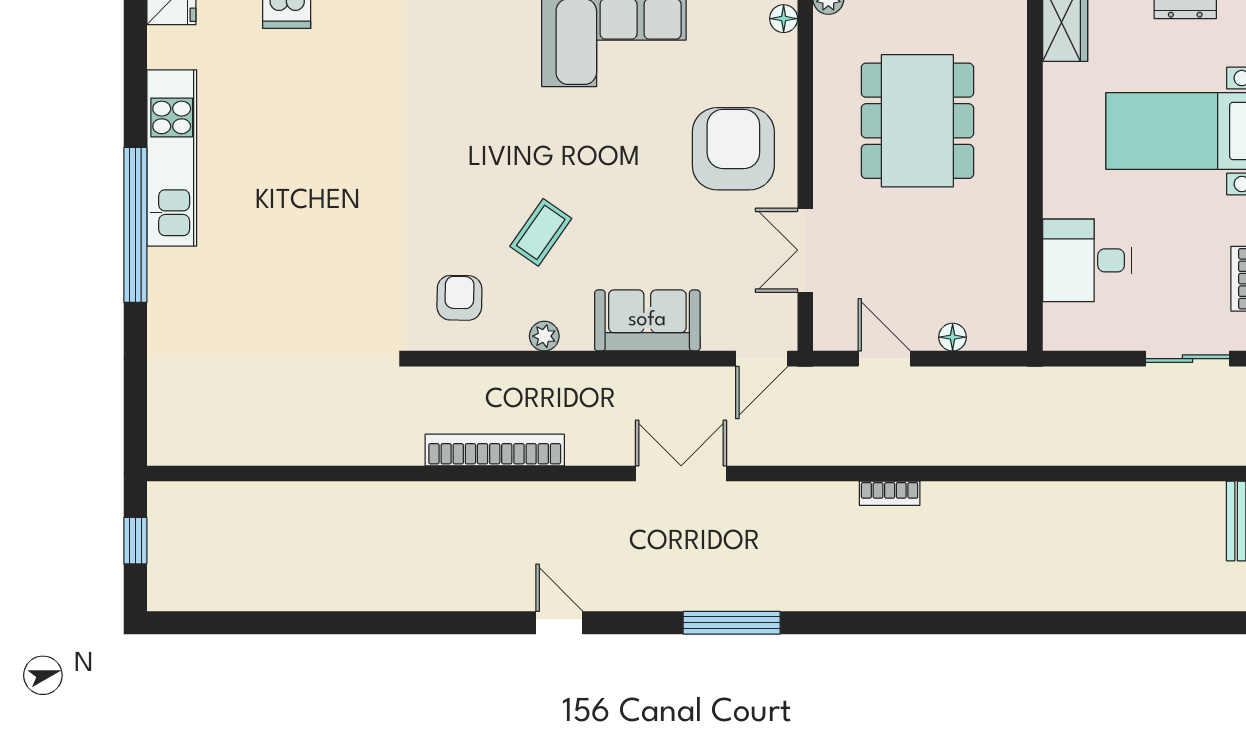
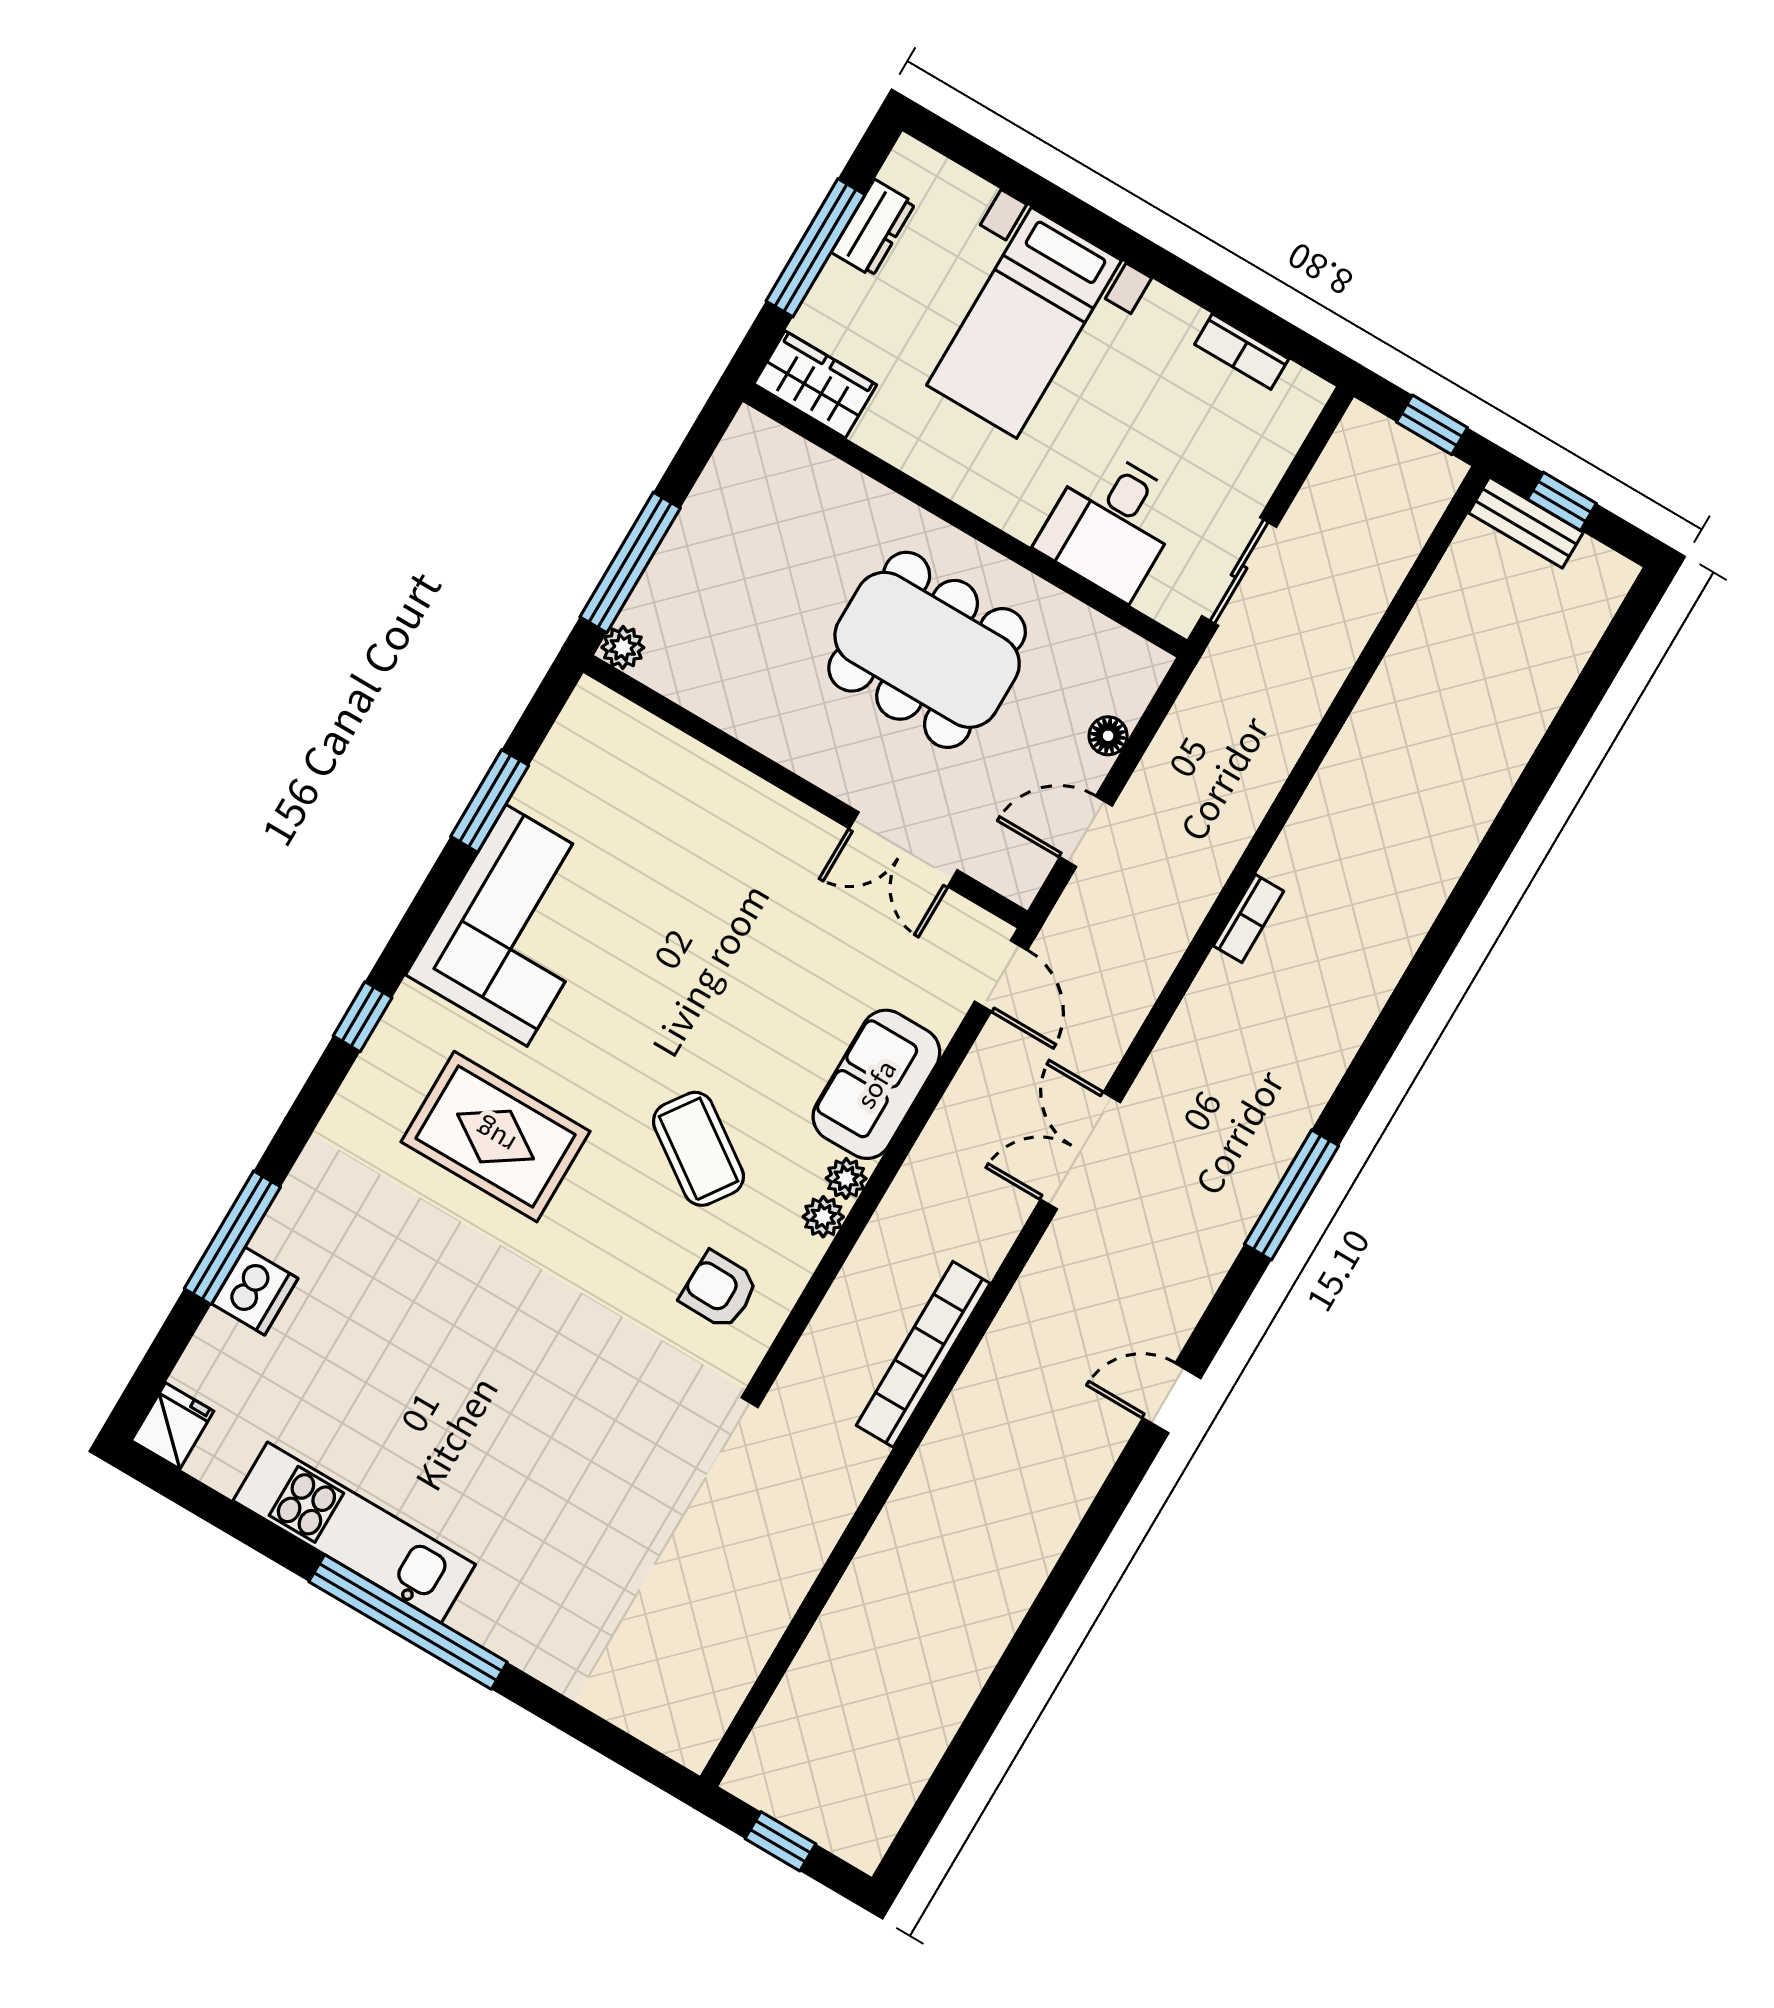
floor lamp: (784, 19) -> (615, 714), removed
rug: (473, 100) -> (495, 1137), added
dining table: (917, 121) -> (927, 650), moved
armchair: (733, 149) -> (734, 864), removed
coffee table: (541, 232) -> (698, 1149), width x1.36, depth x1.30
plant: (577, 336) -> (846, 1178), added
sliding door: (1187, 359) -> (1239, 571), moved

